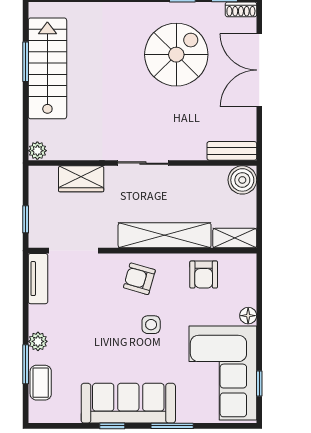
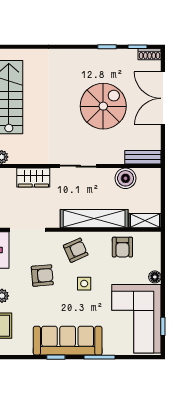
spiral stairs: (176, 55) -> (103, 106), moved
boiler: (242, 180) -> (126, 178), moved
armchair: (139, 279) -> (76, 250), turned 140
armchair: (93, 314) -> (42, 276), added

